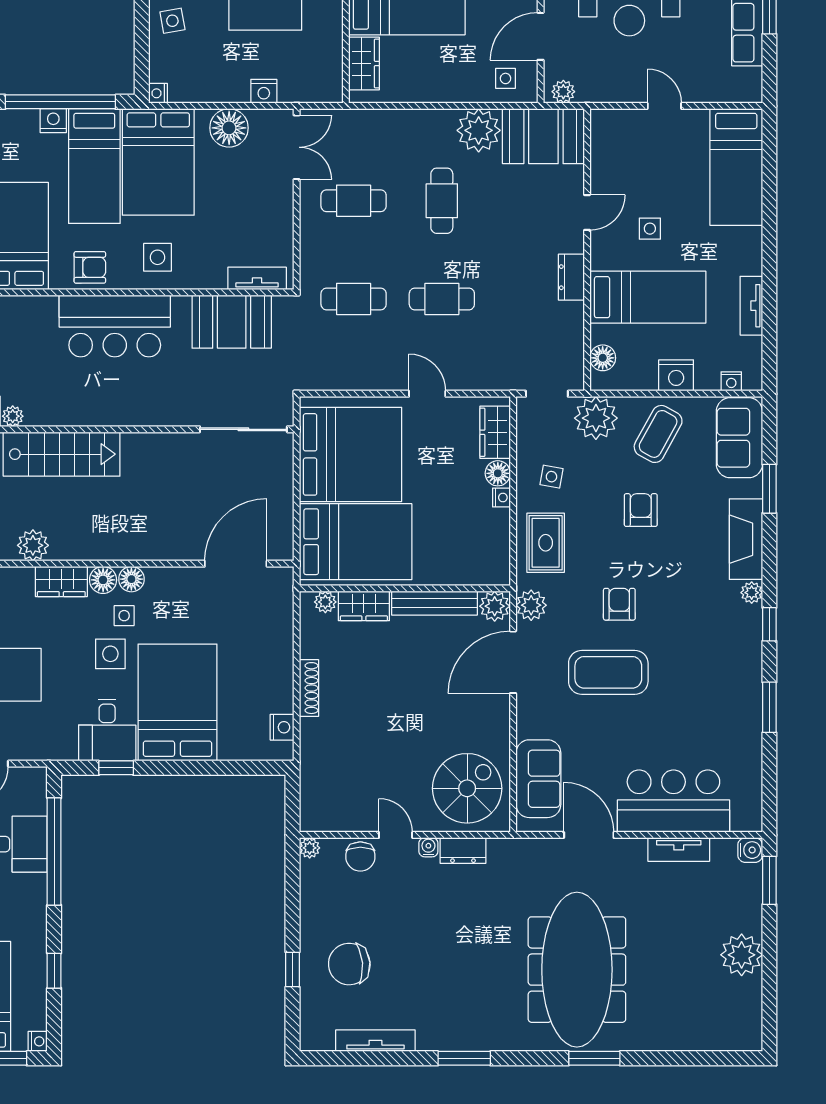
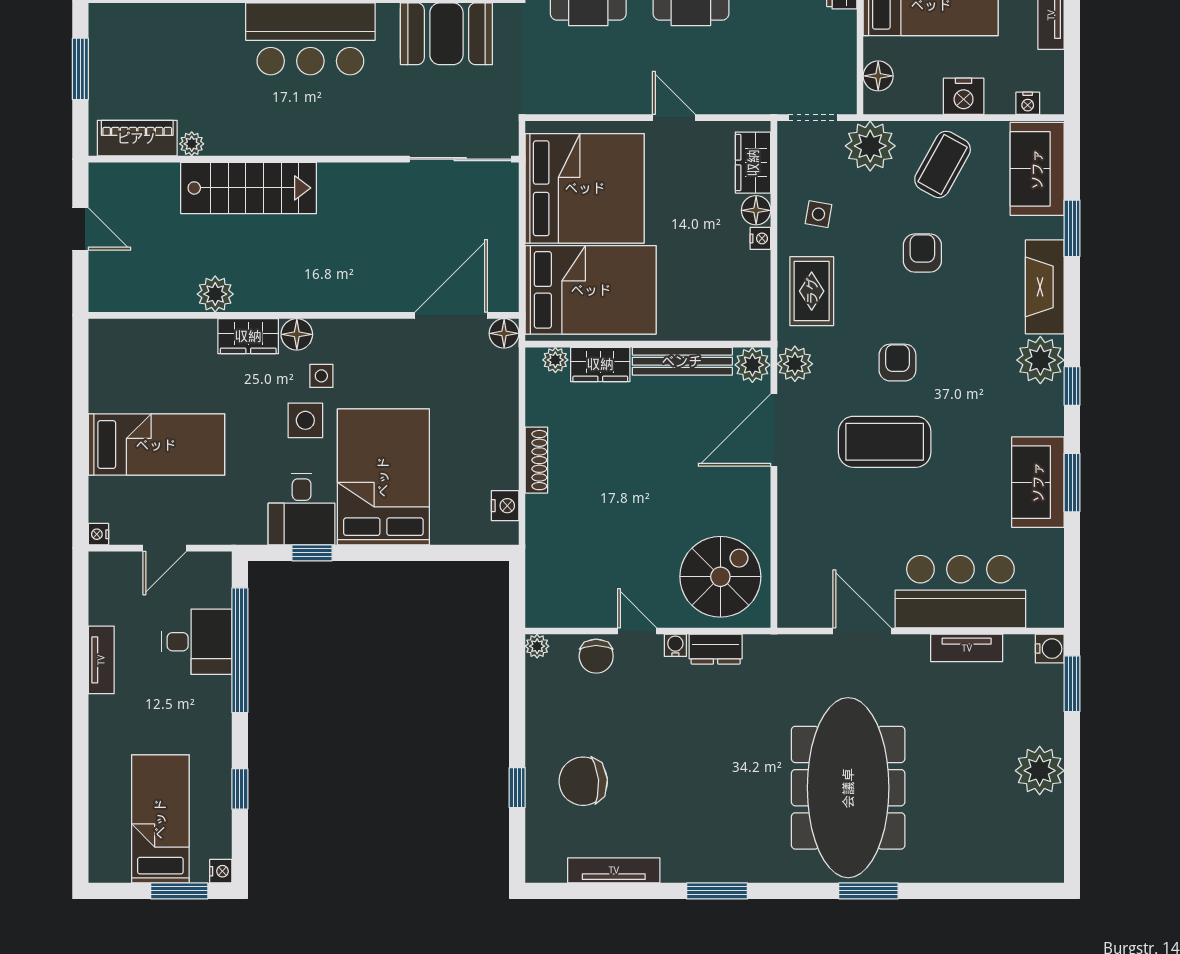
floor lamp: (131, 579) -> (504, 333), moved
plant: (752, 593) -> (1040, 360), width x1.88, depth x1.88
sofa: (538, 779) -> (1038, 482), moved, turned 180

